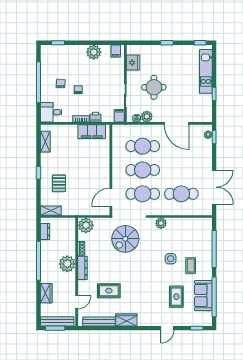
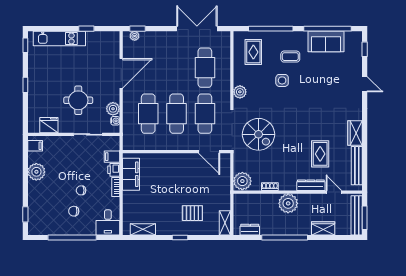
filing cabinet: (119, 116) -> (112, 157), moved
dresser: (82, 268) -> (311, 185), moved
rug: (176, 297) -> (253, 52), moved, turned 90

